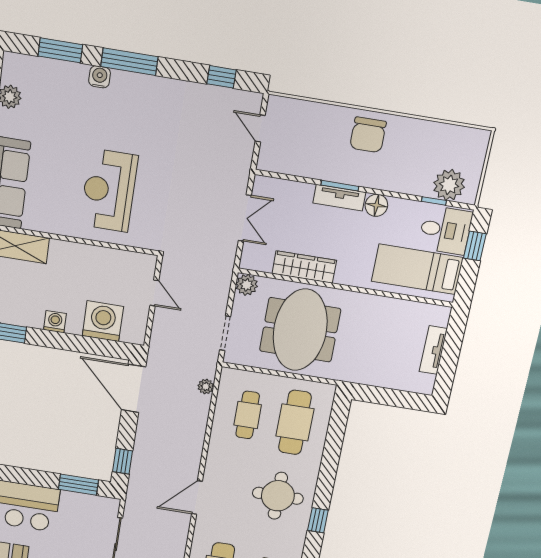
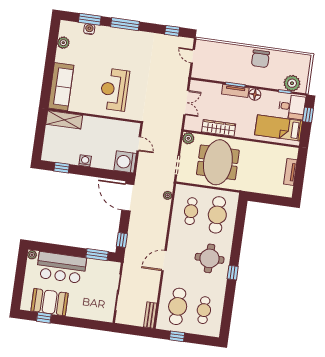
water cooler: (100, 77) -> (89, 29), moved
chair: (368, 135) -> (260, 59), moved
washing machine: (103, 321) -> (125, 162), moved, turned -90

